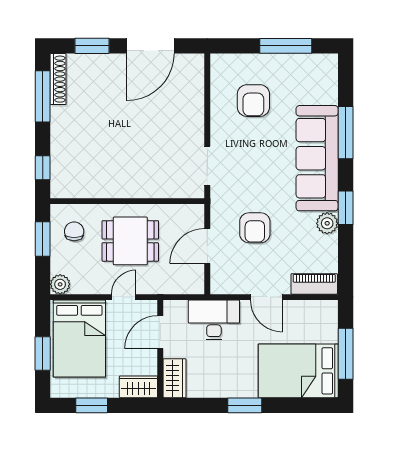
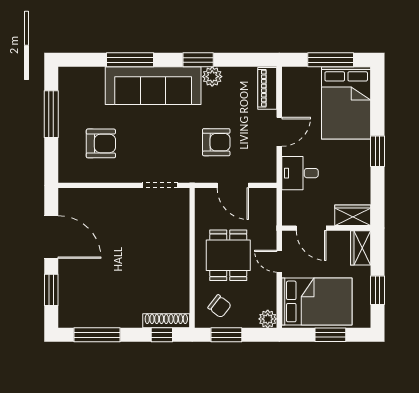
shoe rack: (58, 79) -> (166, 321), moved
chair: (74, 231) -> (220, 306), turned -142
desk: (214, 320) -> (300, 173), width x0.73

